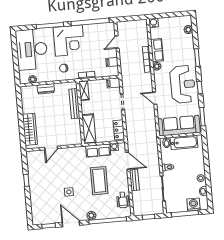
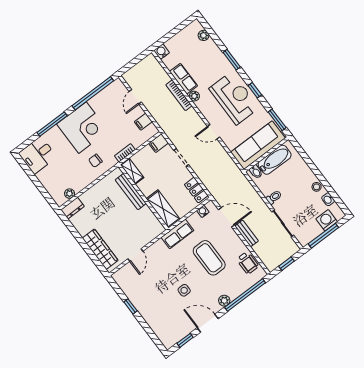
desk: (32, 49) -> (38, 155), width x0.53, depth x0.77
dresser: (46, 89) -> (73, 208), moved
row of seats: (98, 151) -> (177, 234), moved

